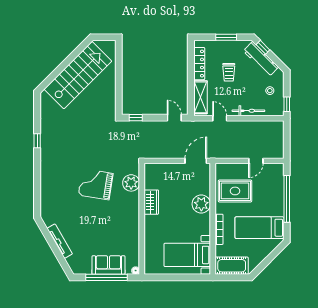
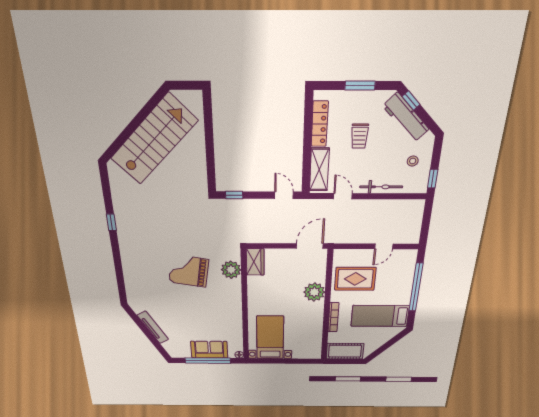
wardrobe: (151, 202) -> (255, 262), moved
bed with nightstands: (187, 255) -> (270, 338), moved, turned 90

